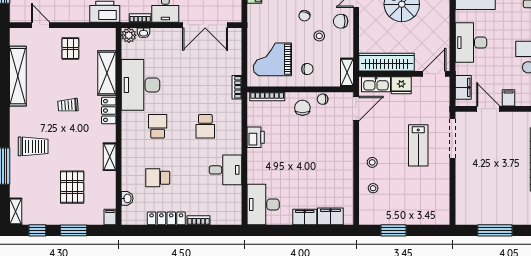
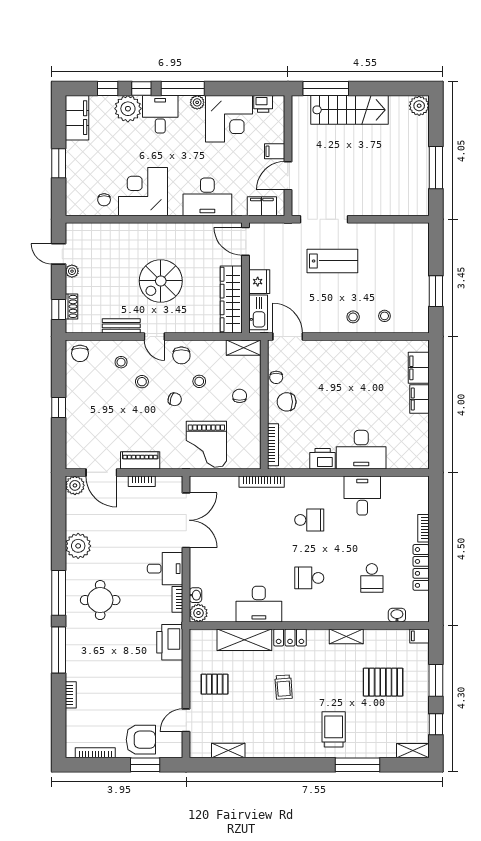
grand piano: (272, 59) -> (206, 444), moved
shelving: (18, 76) -> (228, 750), width x0.45, depth x0.75
desk: (141, 85) -> (259, 604), width x0.73, depth x0.77
bookcase: (237, 87) -> (262, 482), width x1.56
desk: (263, 204) -> (361, 450), moved

